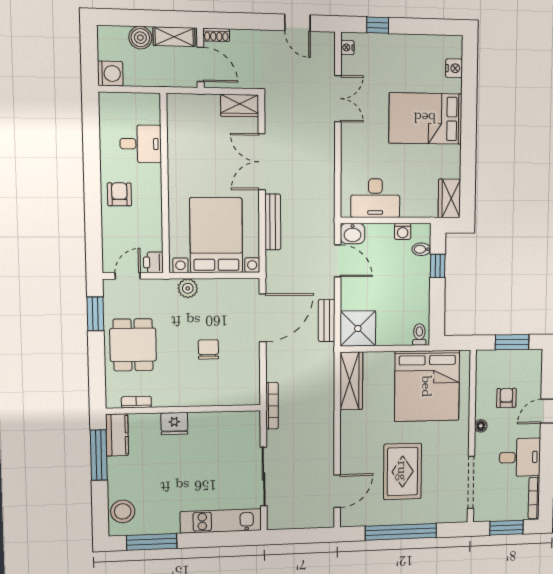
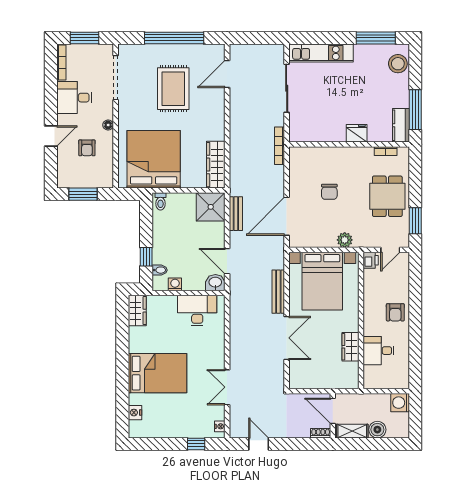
wardrobe: (240, 106) -> (350, 347), moved, turned -90

